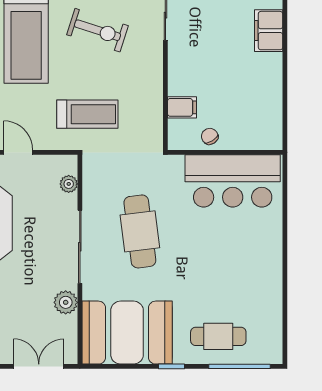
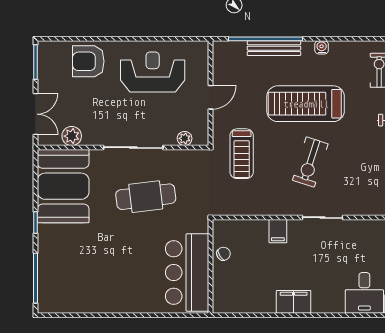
filing cabinet: (269, 31) -> (294, 302), moved
filing cabinet: (182, 107) -> (278, 231), moved
plant: (66, 302) -> (72, 136), moved
cafe table: (218, 336) -> (60, 261), removed

